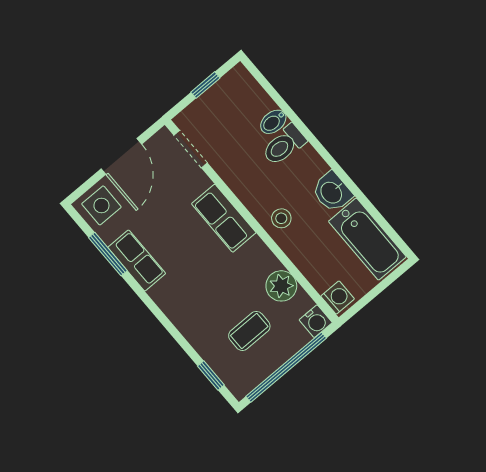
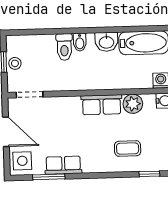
bidet: (273, 122) -> (80, 42), moved
row of seats: (224, 218) -> (102, 105), moved
stool: (281, 218) -> (15, 63), moved
coffee table: (249, 331) -> (128, 149), moved, turned 90

